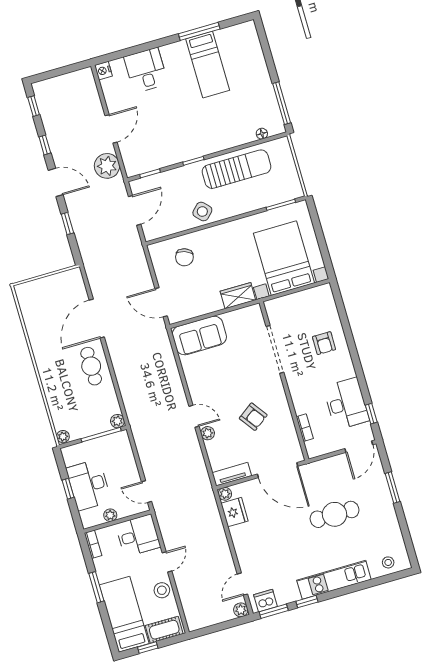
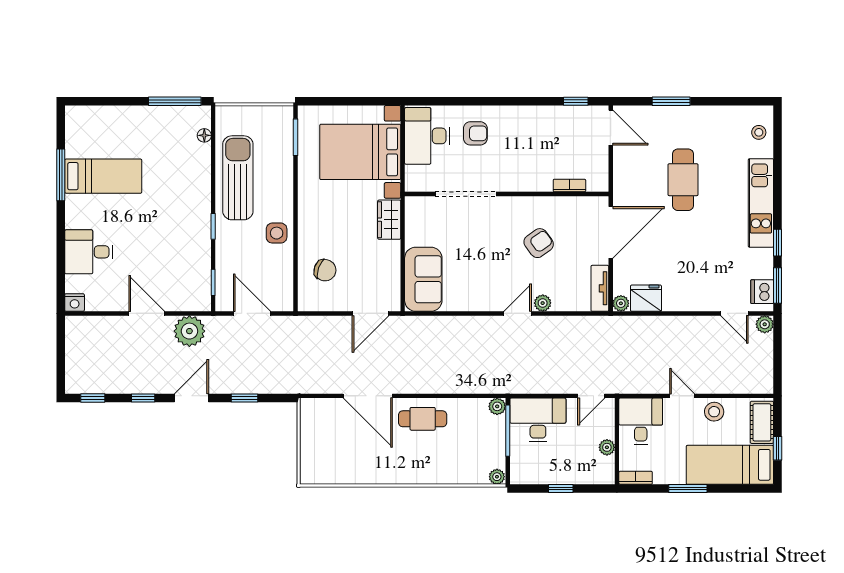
side table: (202, 211) -> (277, 233), turned 45
desk: (346, 404) -> (427, 136), moved, turned -90
desk: (89, 485) -> (538, 420), moved, turned 180

